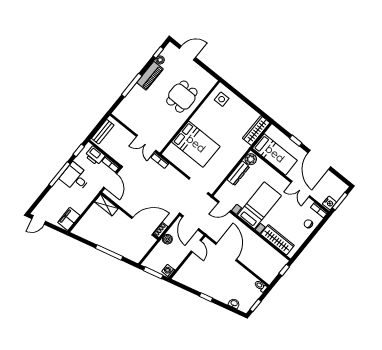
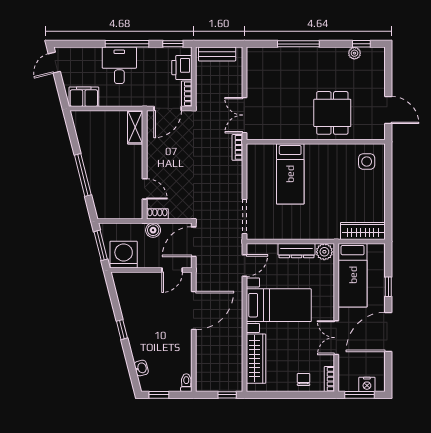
door: (187, 53) -> (388, 110), moved
piano: (150, 76) -> (326, 56), removed
dining table: (182, 97) -> (332, 113), turned 90
bed: (196, 144) -> (290, 174), width x0.67
desk: (75, 178) -> (119, 65), moved
nightstand: (329, 203) -> (367, 384), moved
door: (224, 207) -> (244, 266), swing flipped
door: (39, 220) -> (54, 63), hinge flipped
door: (142, 226) -> (145, 189), width x0.53
washing machine: (168, 271) -> (124, 255), width x1.89, depth x1.89

